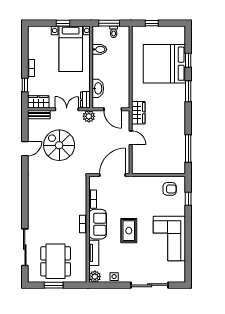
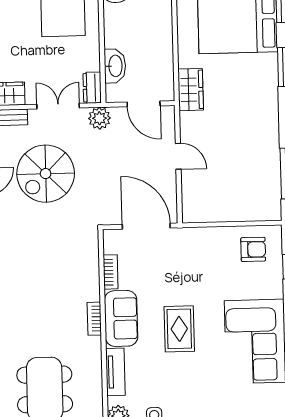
wardrobe: (138, 113) -> (191, 90), moved
spiral stairs: (59, 145) -> (46, 174), turned -90
door: (112, 175) -> (146, 226), hinge flipped

